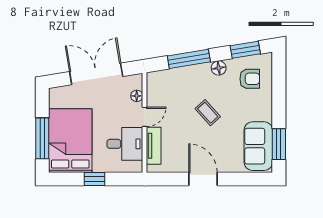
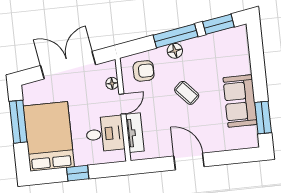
window: (189, 59) -> (176, 36), moved
floor lamp: (219, 68) -> (175, 51), moved
armchair: (250, 79) -> (144, 71), moved
window: (42, 138) -> (18, 122), moved
sofa: (258, 146) -> (240, 101), moved

